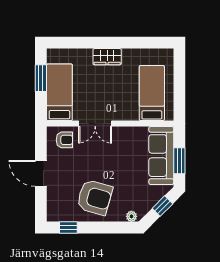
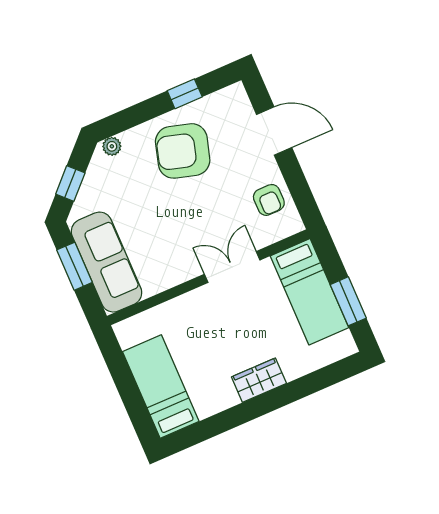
bed: (152, 93) -> (161, 387), moved, turned 180
armchair: (64, 140) -> (269, 200), moved, turned -90
door: (41, 173) -> (274, 131), moved
window: (68, 228) -> (185, 94), moved

